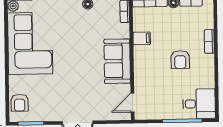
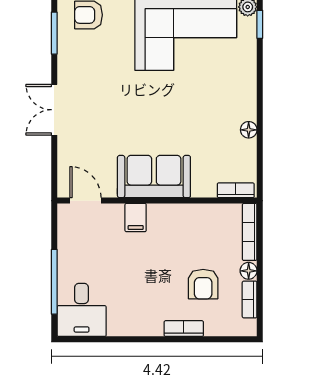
filing cabinet: (142, 38) -> (136, 218), moved
armchair: (180, 60) -> (203, 284), moved, turned -90

